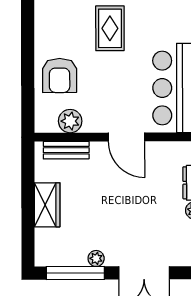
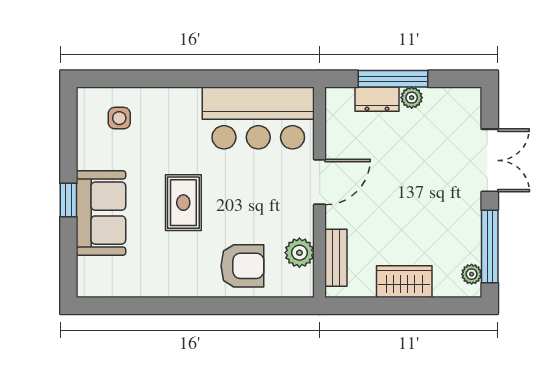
rug: (110, 28) -> (183, 203), turned 90
plant: (96, 258) -> (472, 274), moved

